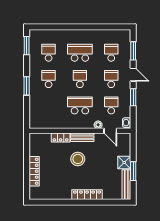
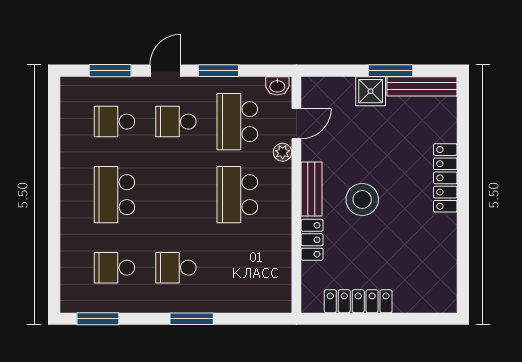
school desk: (80, 79) -> (176, 195), removed
school desk: (111, 105) -> (237, 122), width x1.85
locker: (34, 171) -> (358, 301), moved

